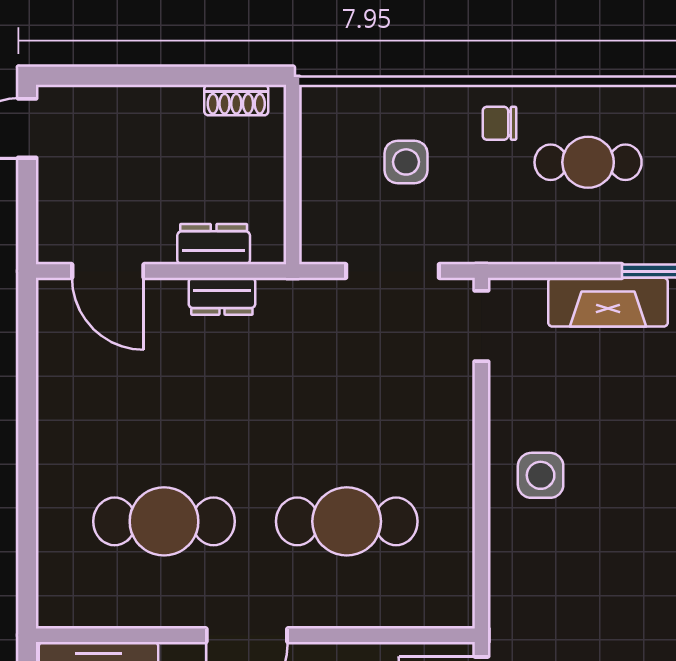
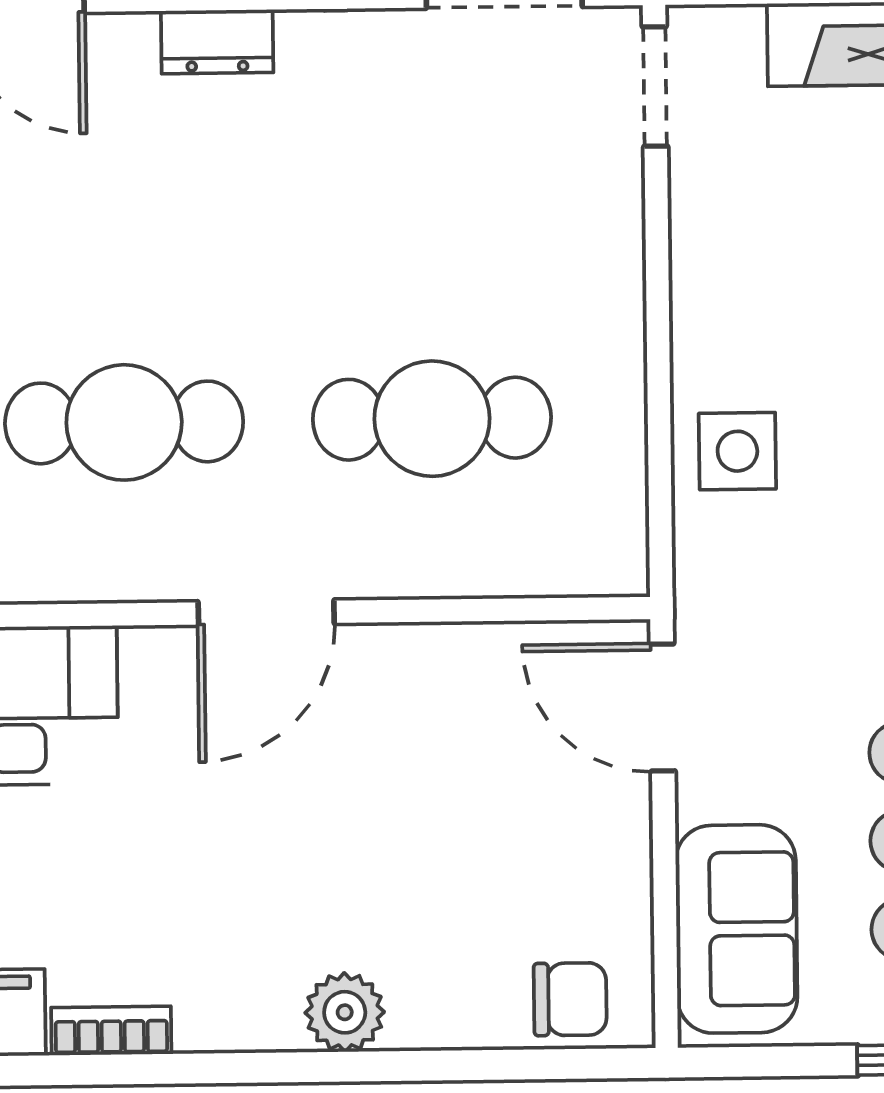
side table: (541, 475) -> (737, 451), moved

